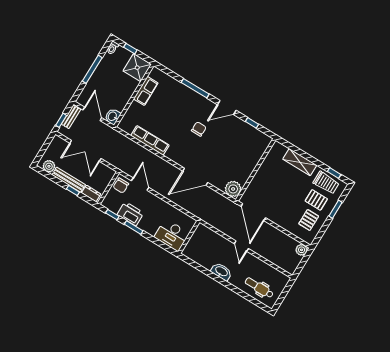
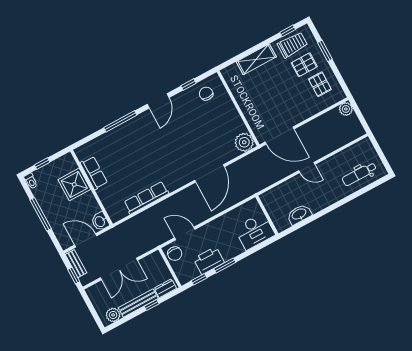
shower: (137, 68) -> (74, 184), moved
chair: (199, 129) -> (206, 94), moved
washbasin: (221, 272) -> (299, 214), moved

